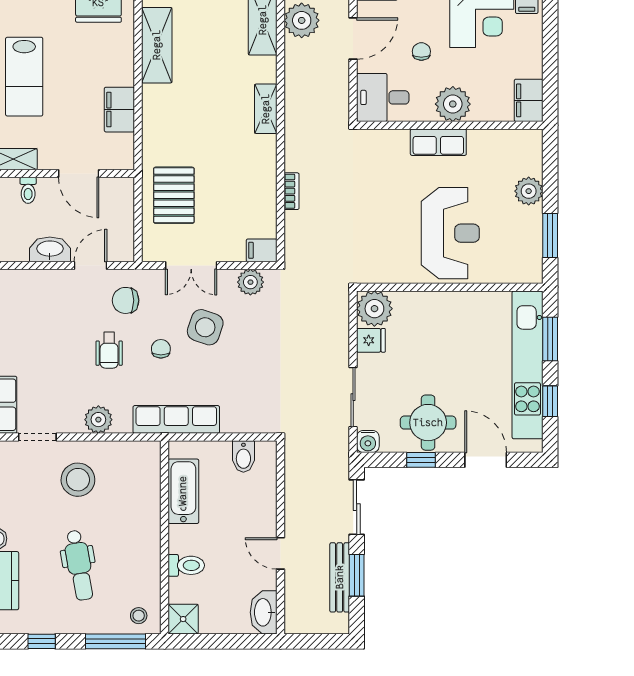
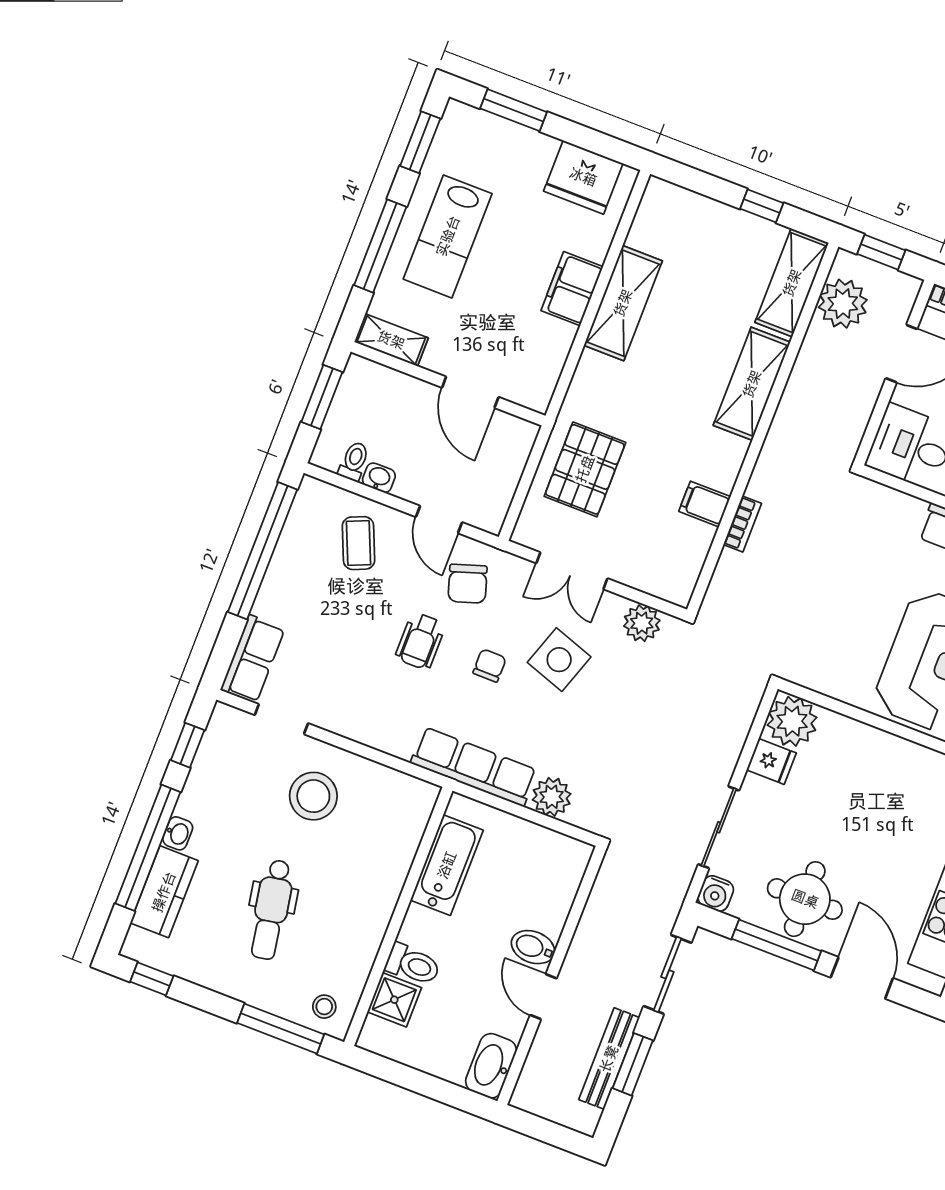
shelving: (157, 45) -> (623, 303), moved
shelving: (266, 109) -> (752, 384), width x1.50, depth x1.33
filing cabinet: (119, 110) -> (572, 289), moved
toilet: (28, 190) -> (354, 461), moved, turned 180
washbasin: (50, 249) -> (379, 478), width x0.52, depth x0.69
filing cabinet: (262, 250) -> (705, 504), moved
door: (90, 265) -> (439, 520), swing flipped
chair: (126, 300) -> (468, 584), turned -108
coffee table: (43, 301) -> (358, 543), added
plant: (98, 420) -> (552, 797), moved
bidet: (243, 456) -> (533, 947), moved, turned 90
window: (421, 460) -> (776, 945), width x2.17
shower: (183, 619) -> (394, 1000), moved
window: (42, 641) -> (152, 979), moved

